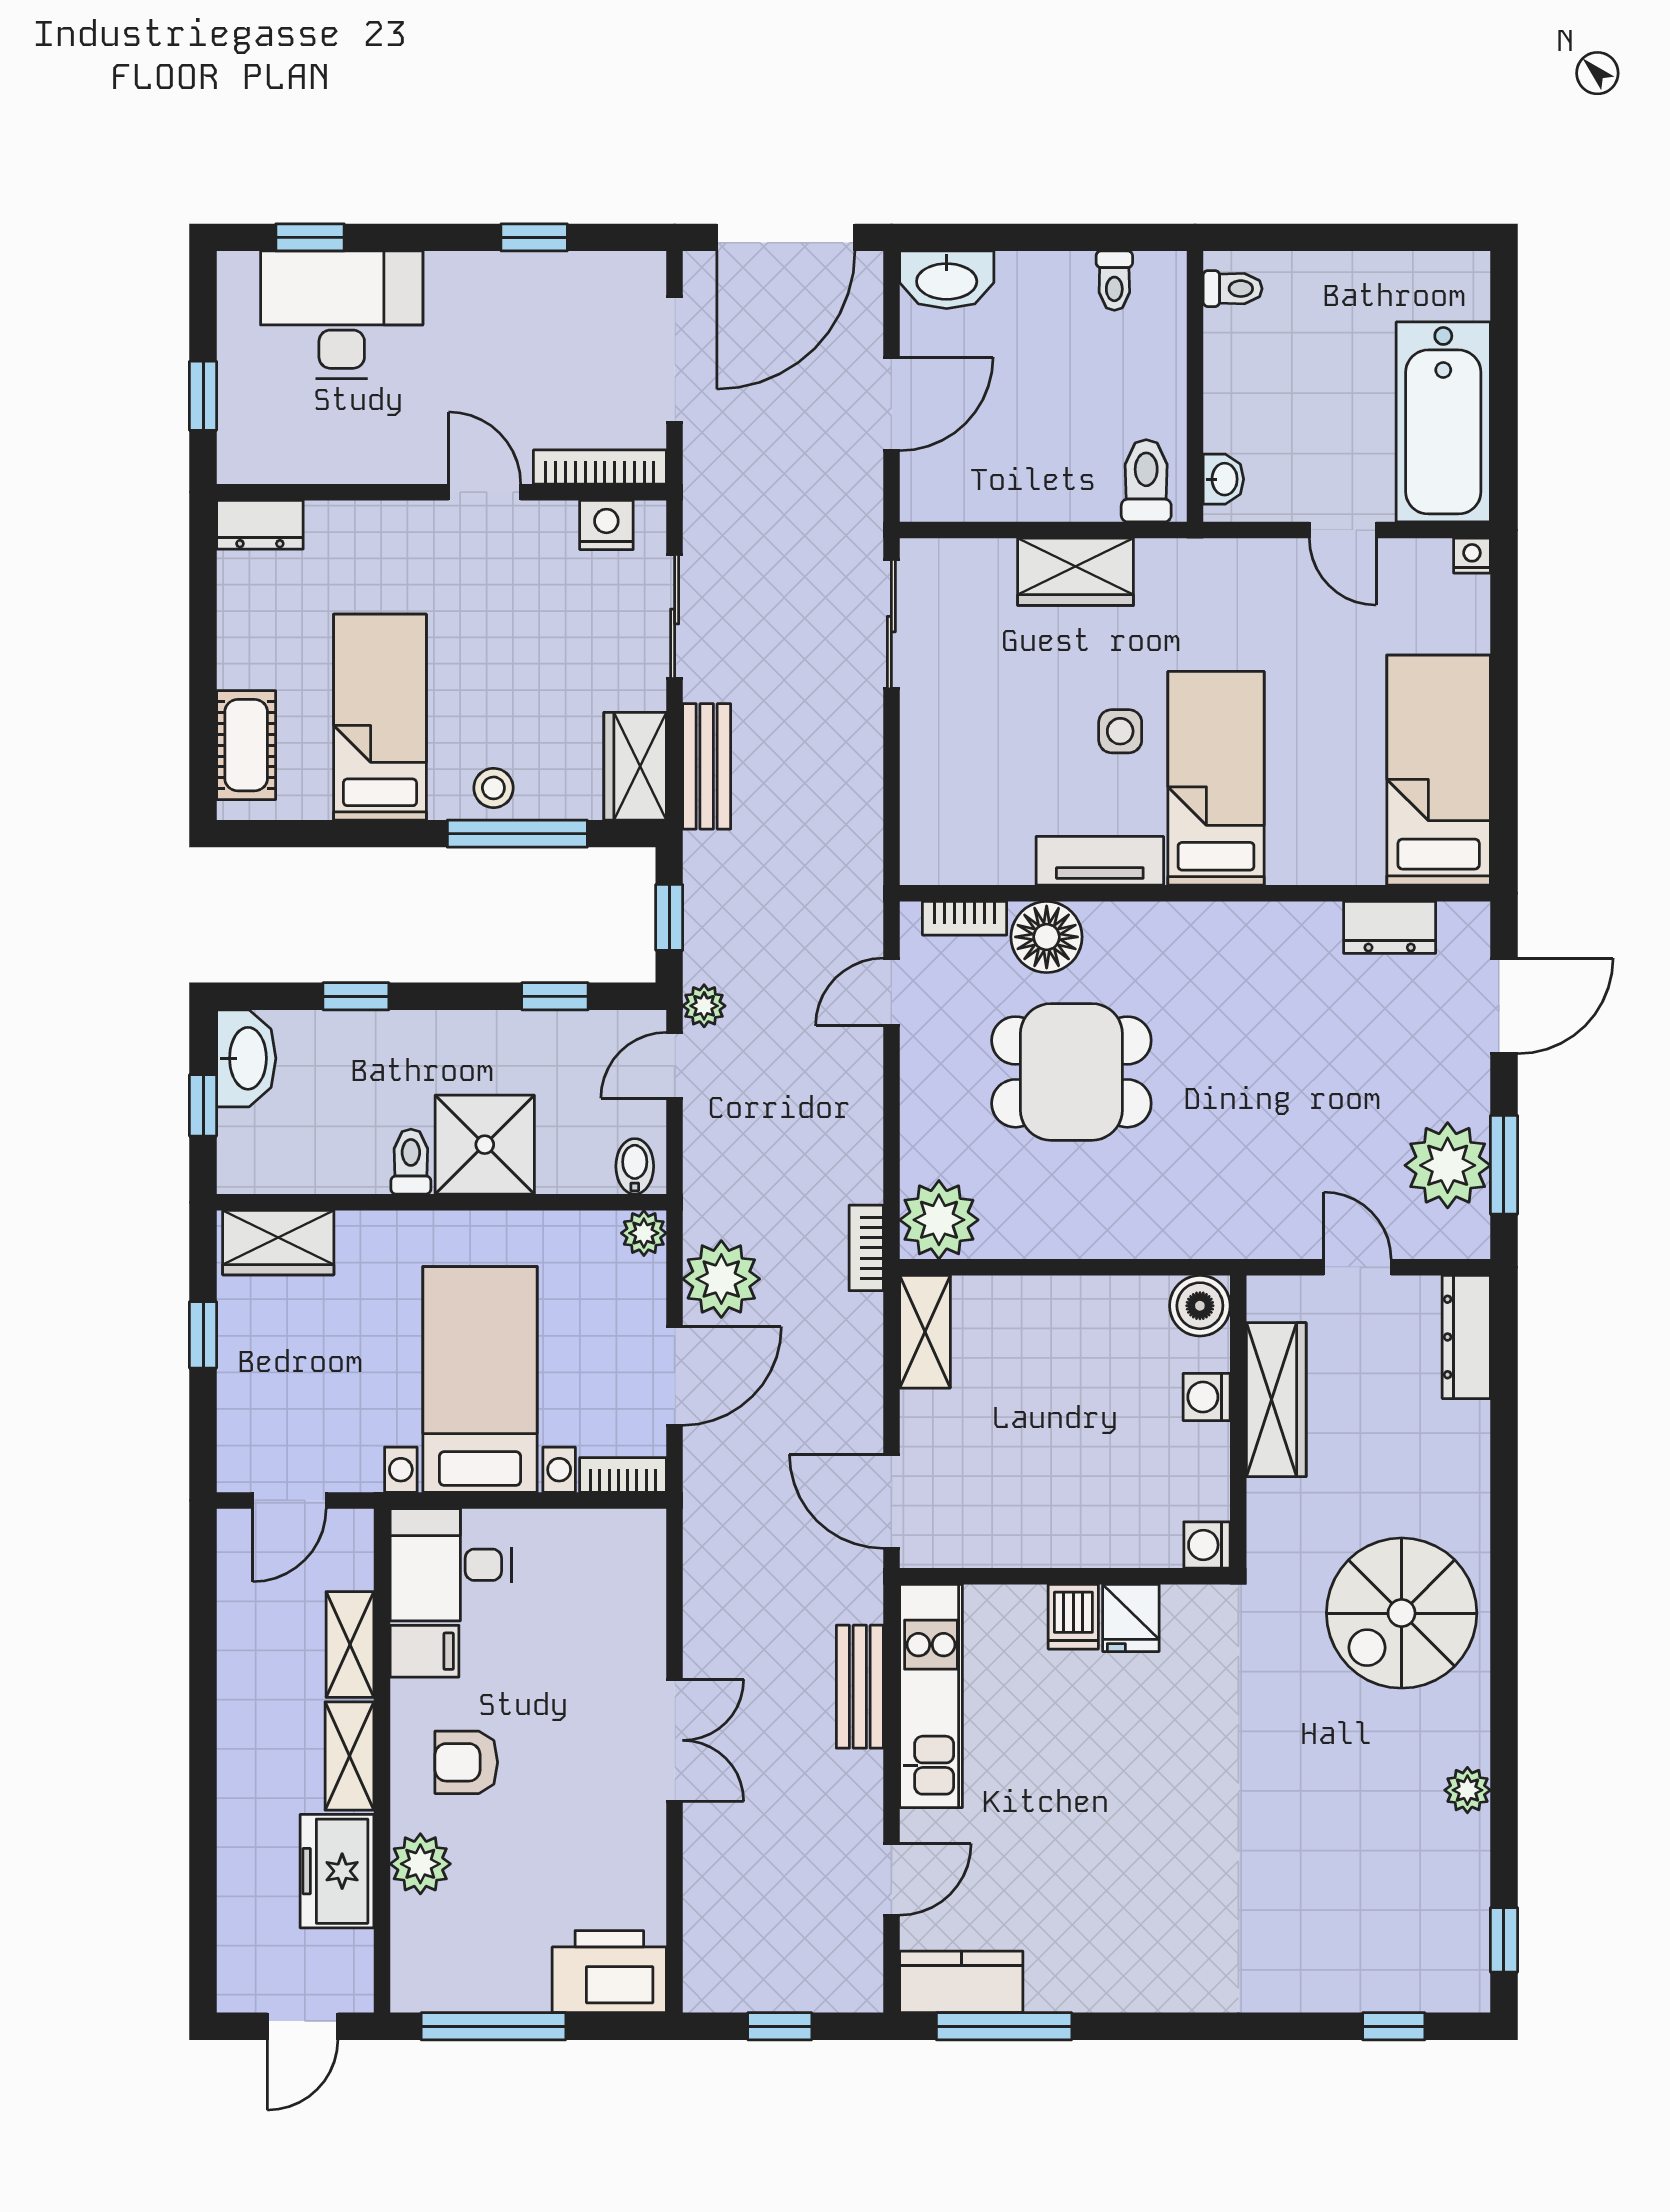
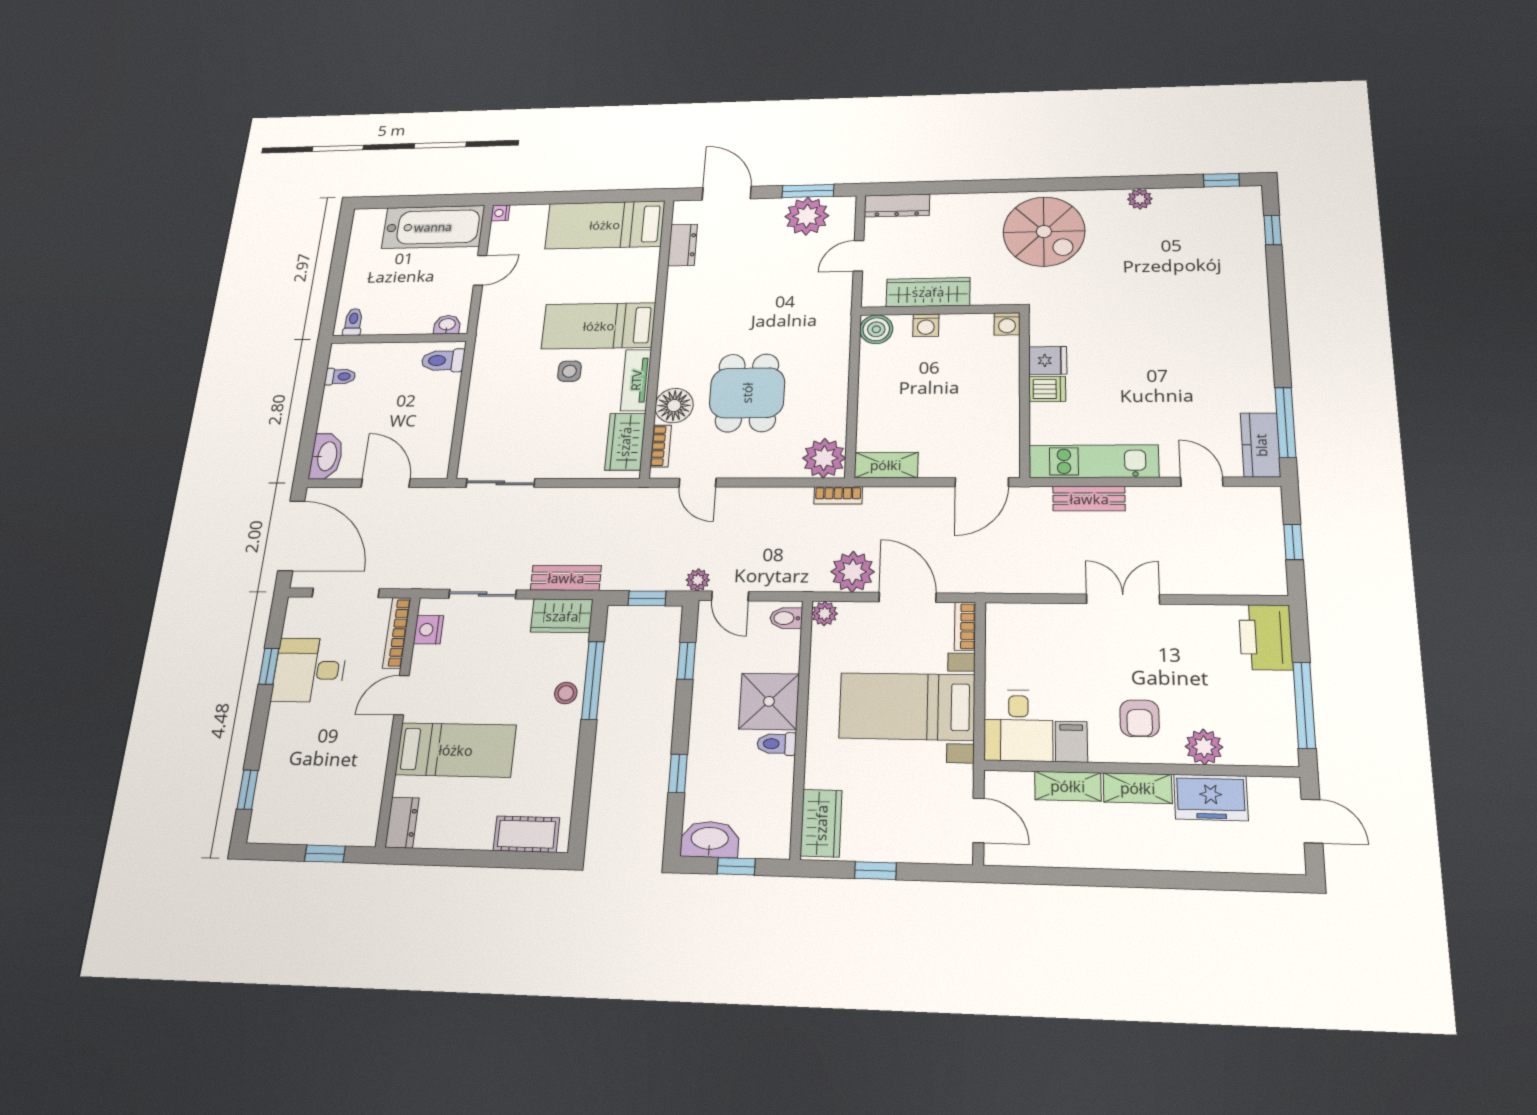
desk: (342, 315) -> (309, 670), moved, width x0.73
wardrobe: (1076, 572) -> (625, 442), moved, turned 180
bed: (380, 717) -> (456, 750), moved, turned 180

